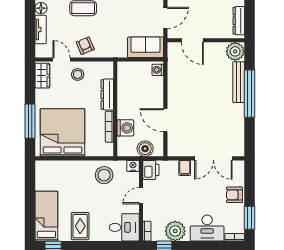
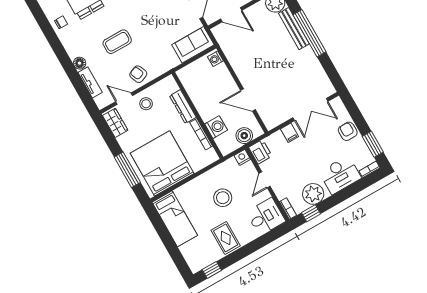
stool: (104, 175) -> (223, 198), moved
armchair: (235, 195) -> (348, 131), turned 89
bed: (46, 216) -> (175, 219), moved, turned 180

